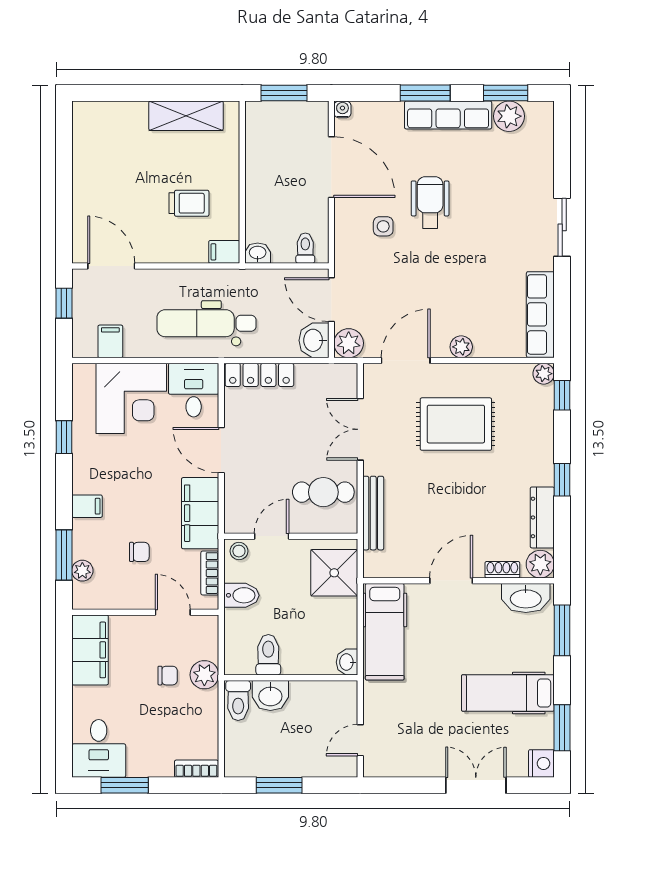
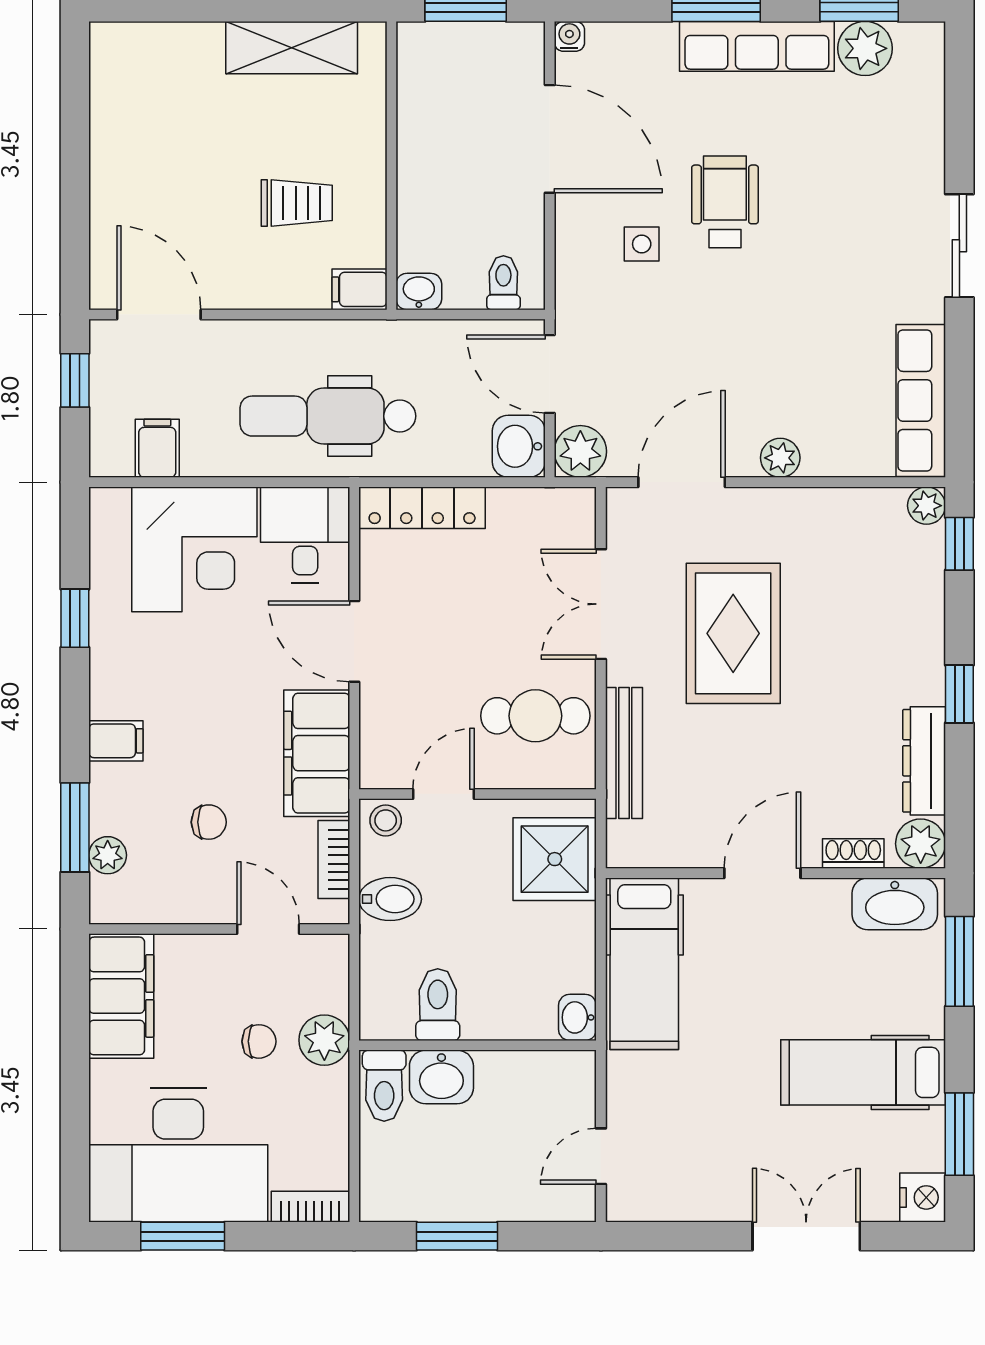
rug: (456, 424) -> (733, 633), moved, turned 90
desk: (99, 748) -> (178, 1155), width x1.87, depth x1.30

